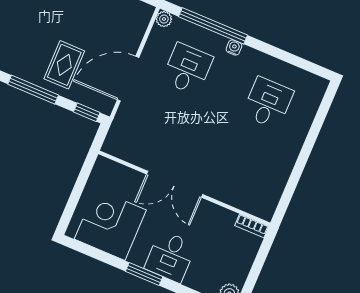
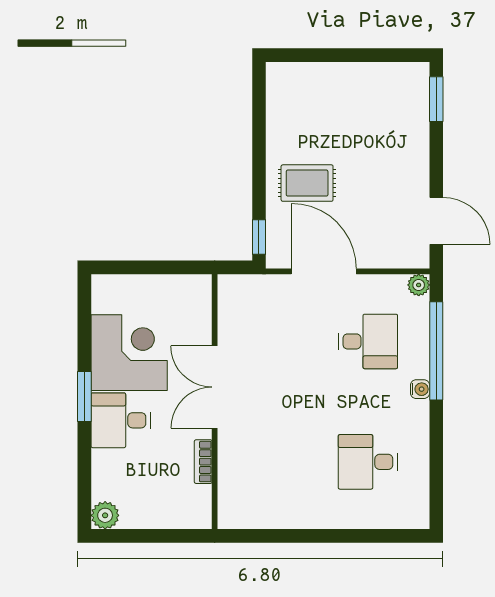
window: (33, 90) -> (259, 157), removed
desk: (268, 103) -> (368, 462), turned 180
corner desk: (110, 225) -> (129, 353), moved
bookcase: (252, 226) -> (203, 462), moved

